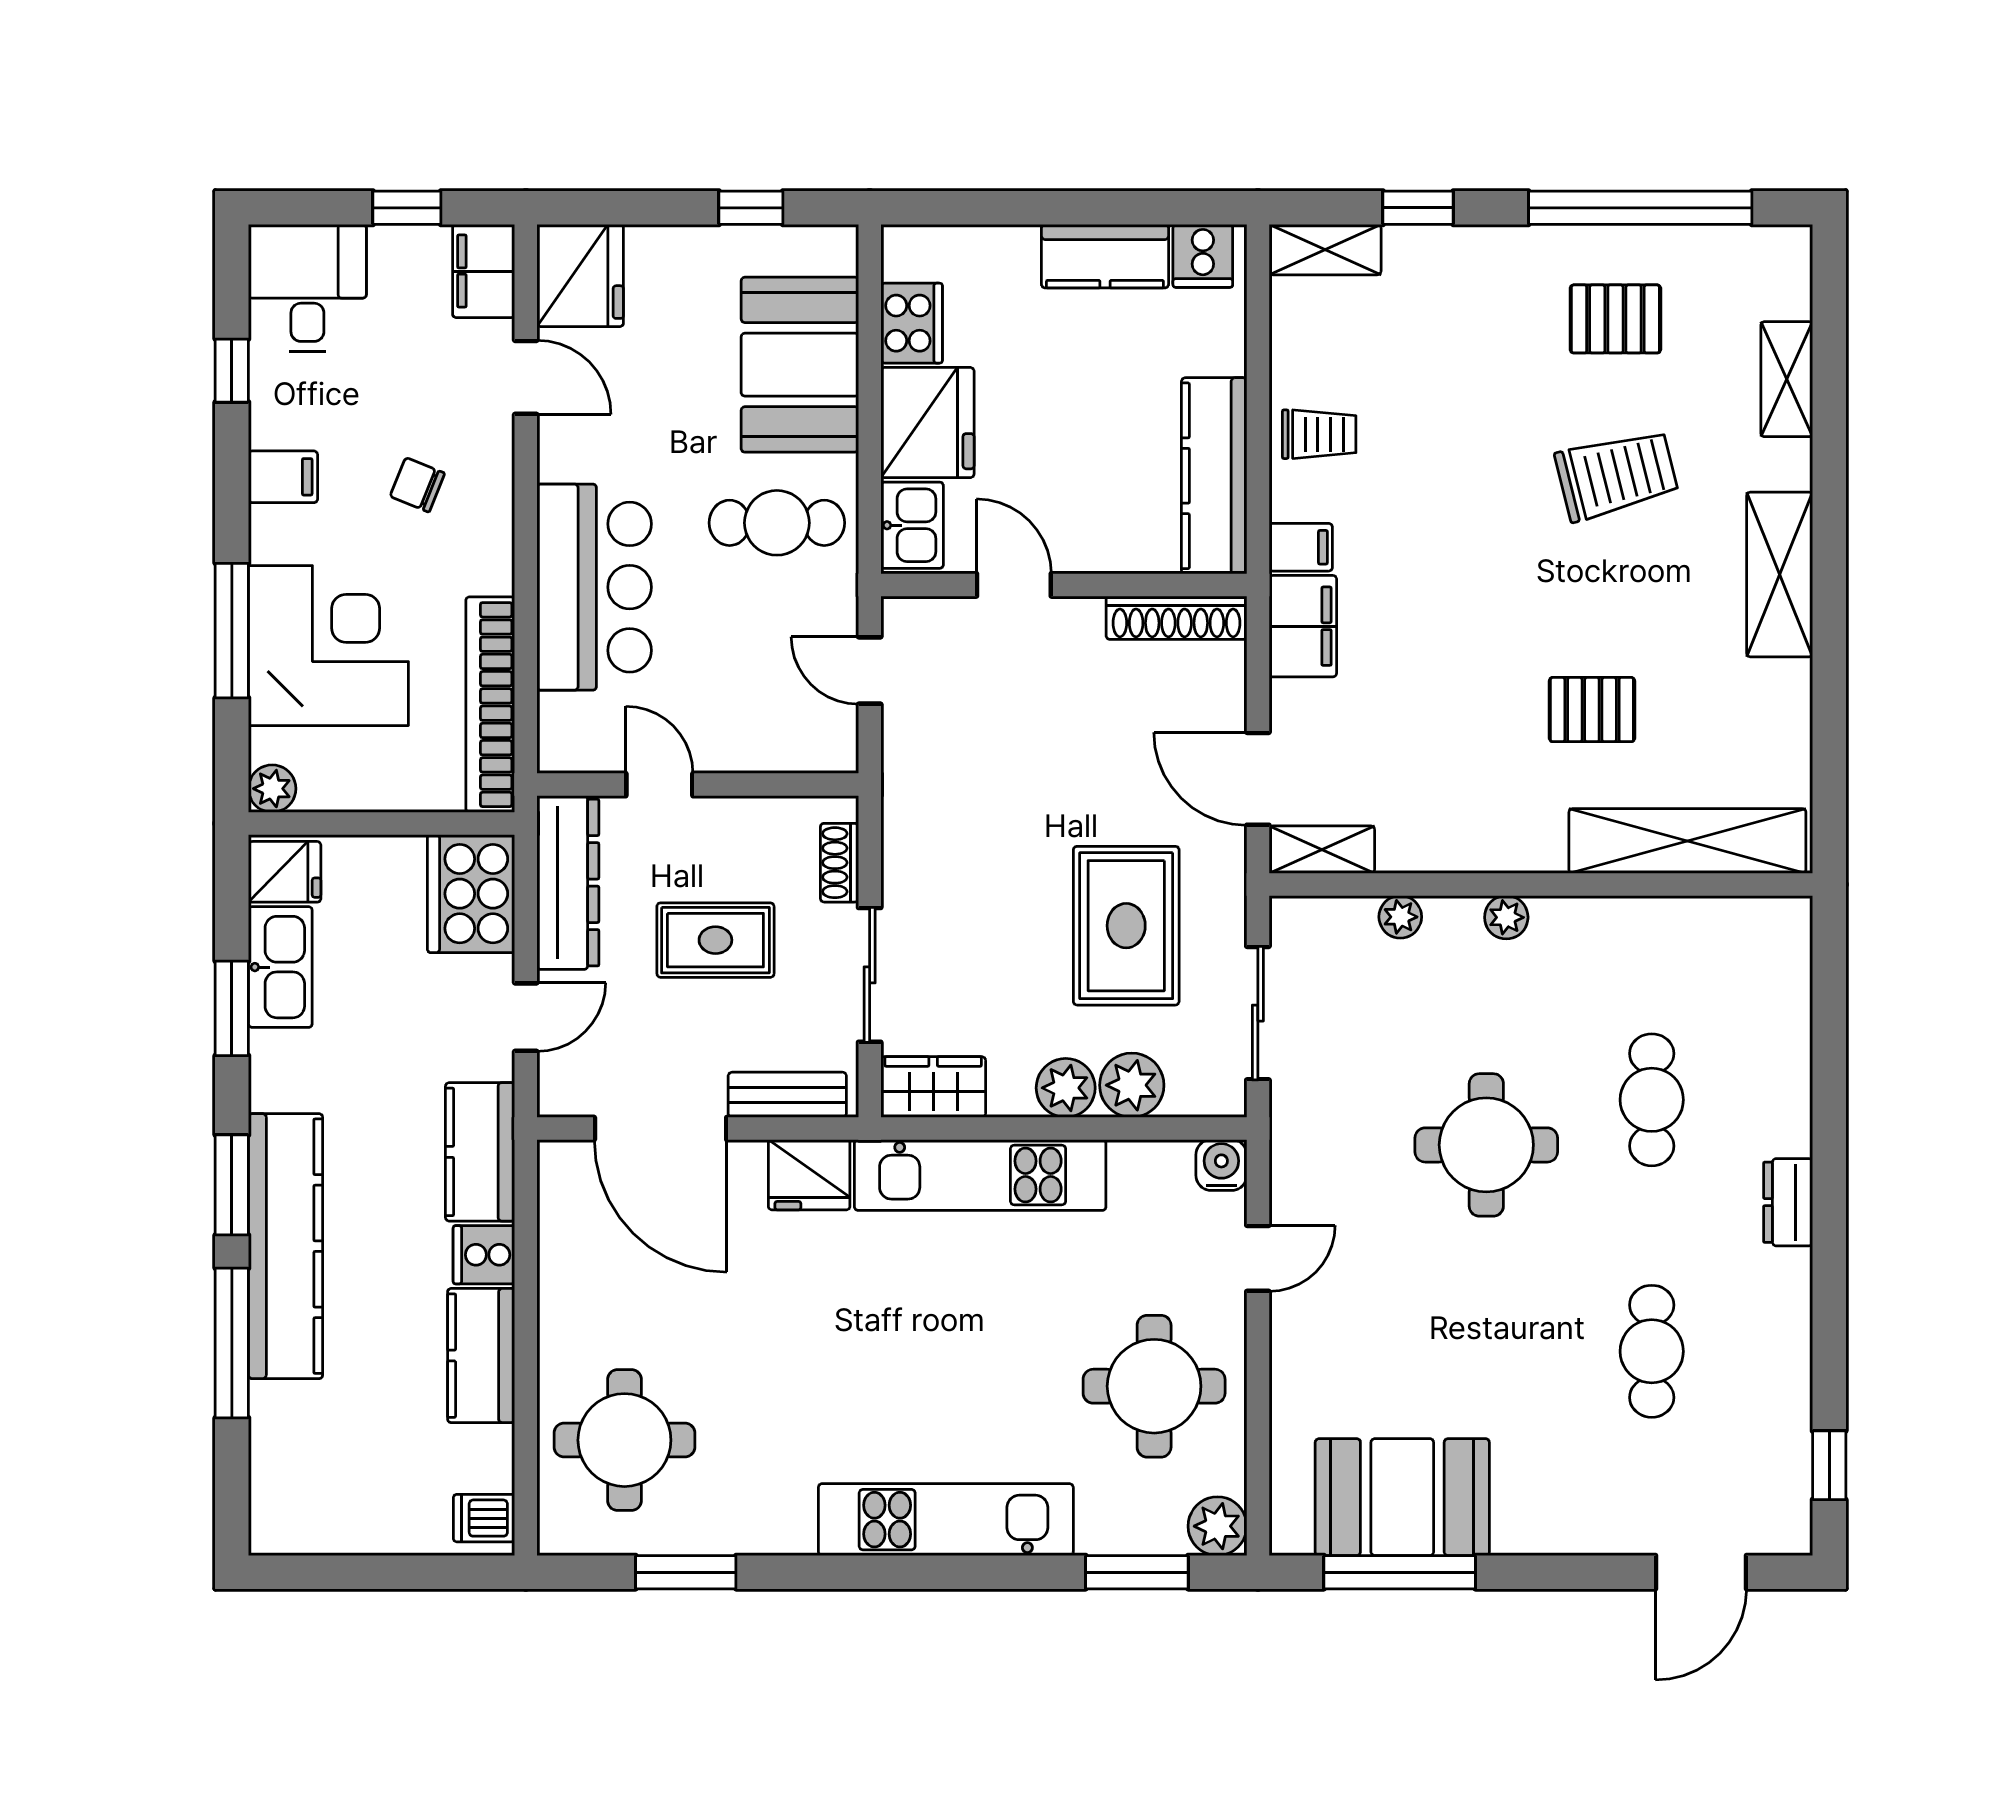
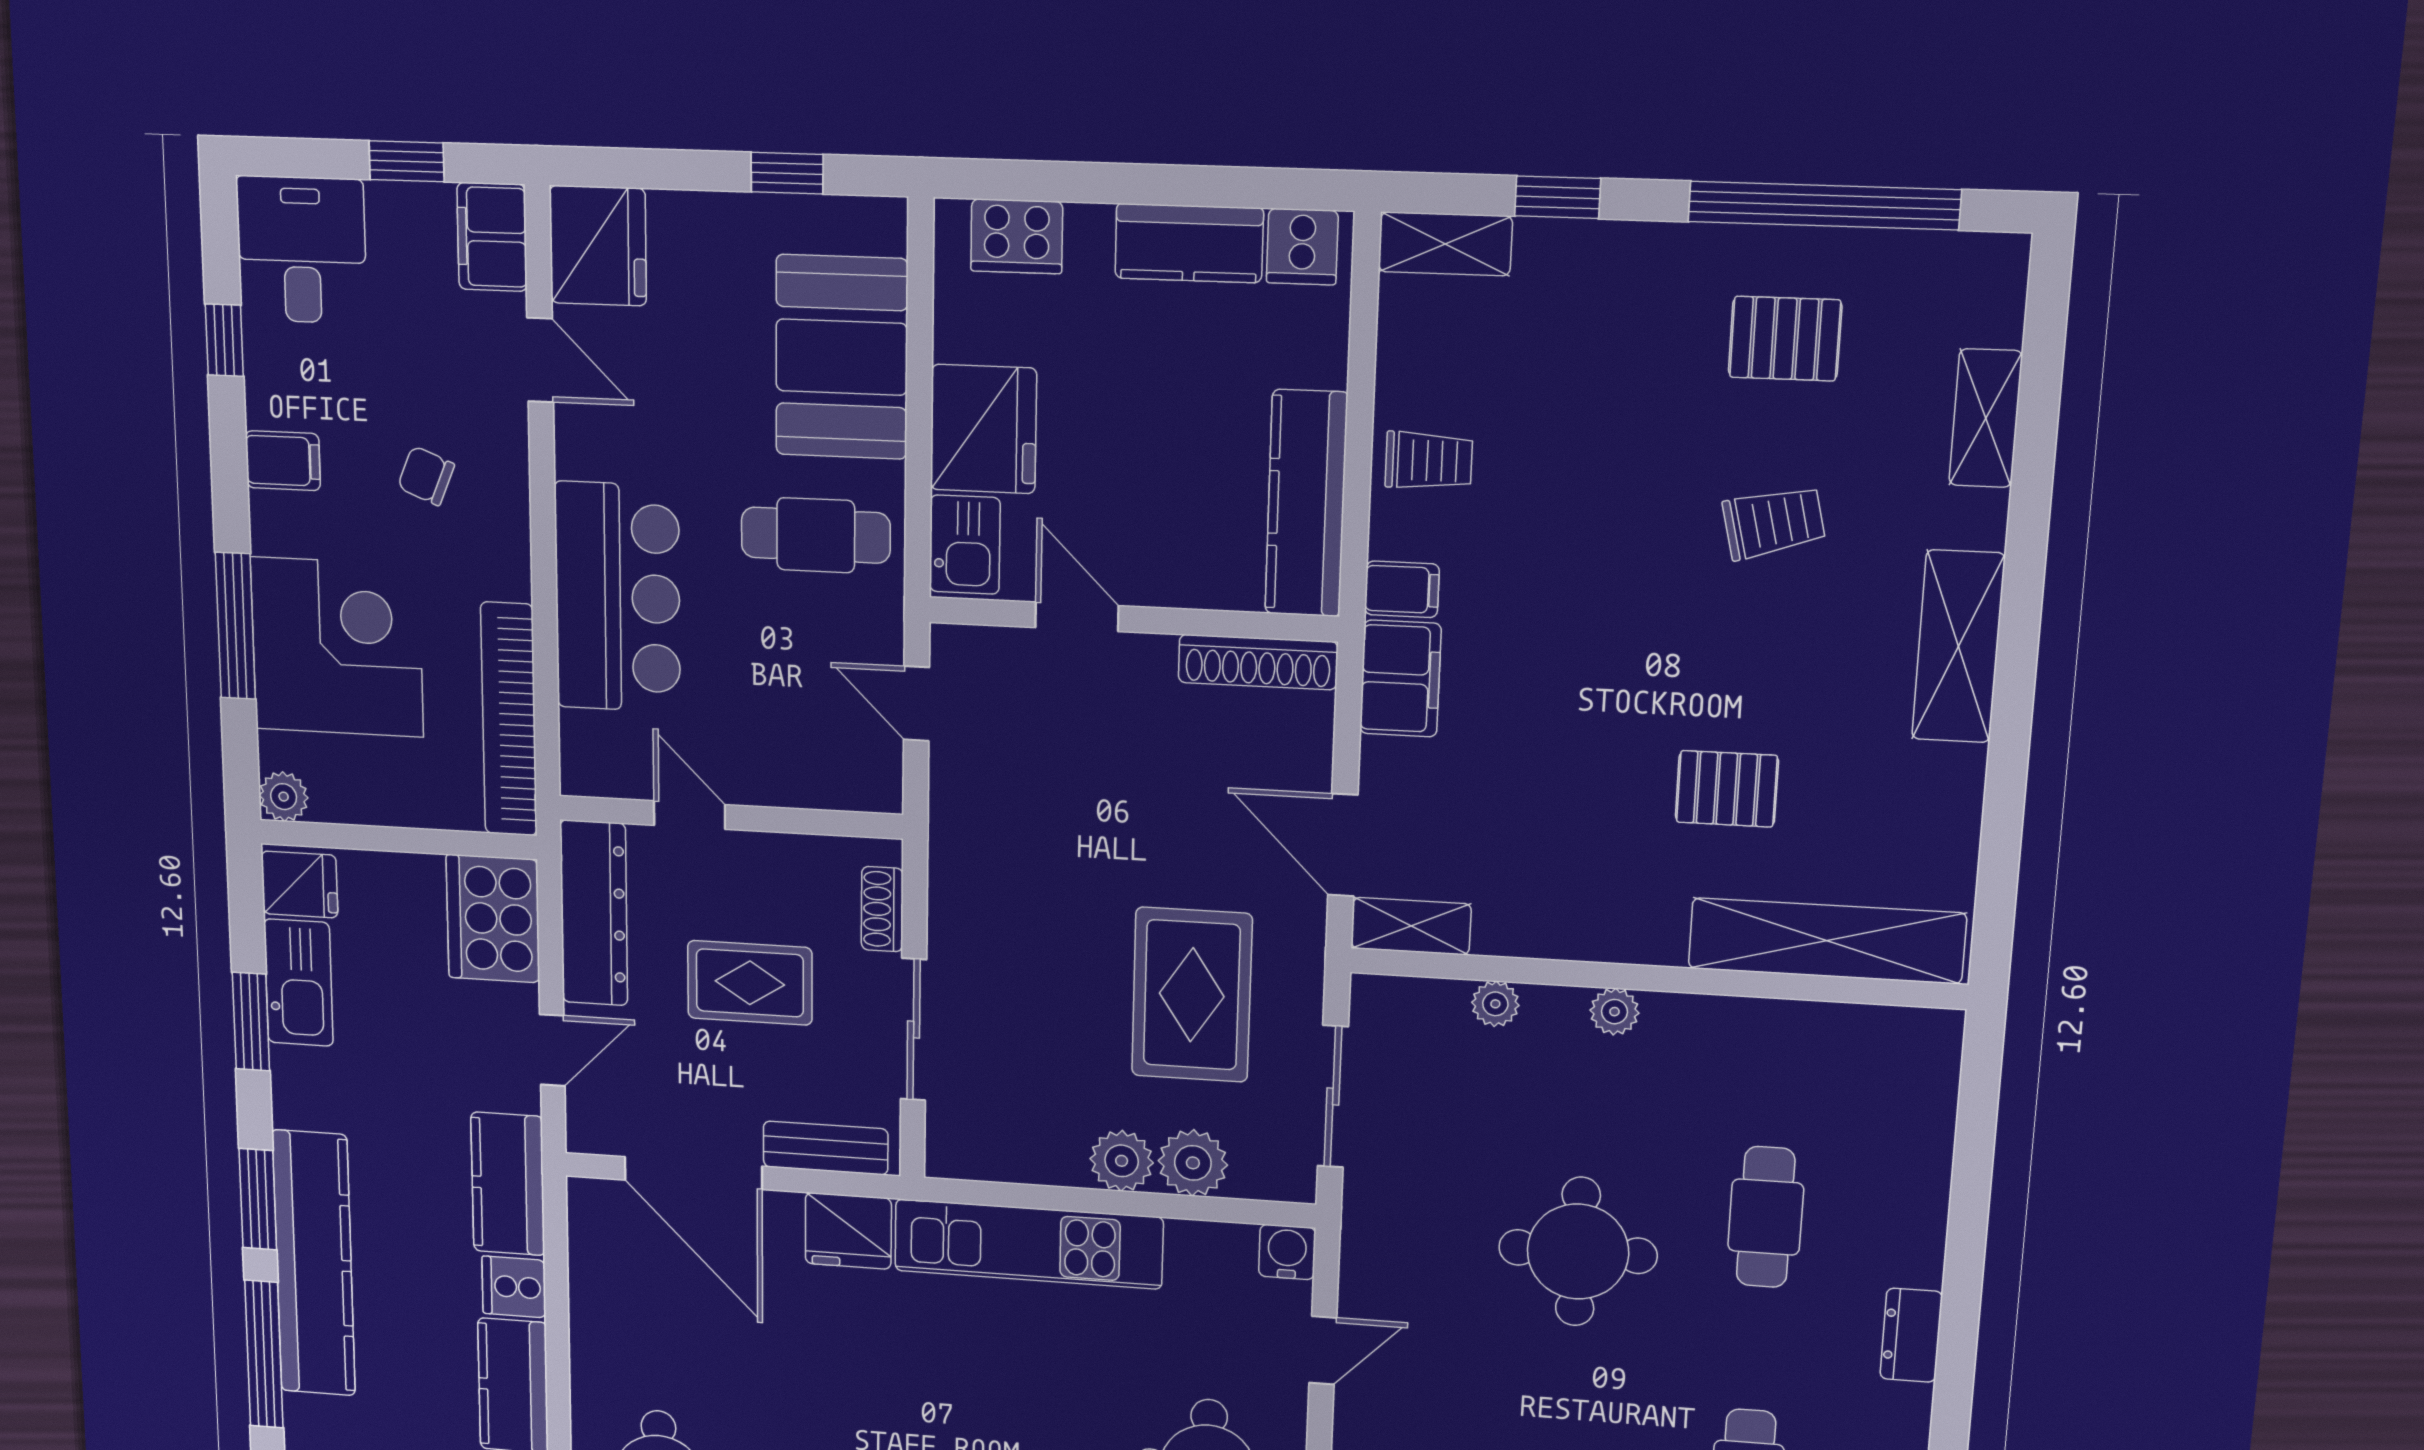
cooker: (912, 323) -> (1017, 236), moved, turned 90
trolley: (1617, 475) -> (1774, 522), width x0.73, depth x0.72
wardrobe: (933, 1087) -> (980, 1150), removed

